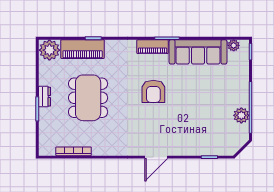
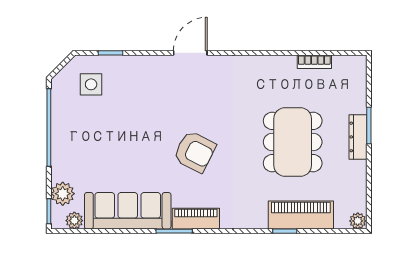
plant: (49, 50) -> (358, 221), width x0.53, depth x0.53
armchair: (153, 91) -> (195, 152), turned 117
dresser: (44, 97) -> (358, 137), width x1.44
plant: (241, 115) -> (63, 194), moved
side table: (222, 136) -> (91, 84), added
bookcase: (74, 151) -> (314, 62), width x0.64

